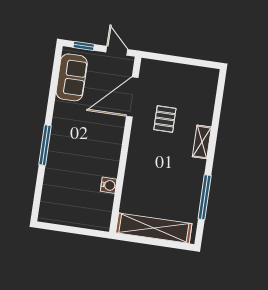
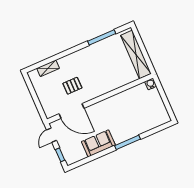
sofa: (72, 77) -> (98, 143), moved
shelving: (202, 142) -> (48, 68), moved
water cooler: (109, 185) -> (151, 84), moved

